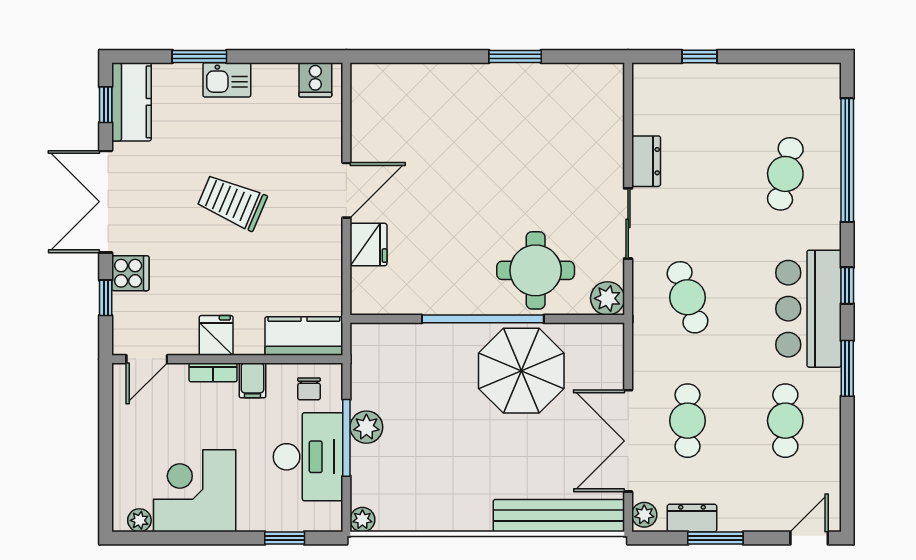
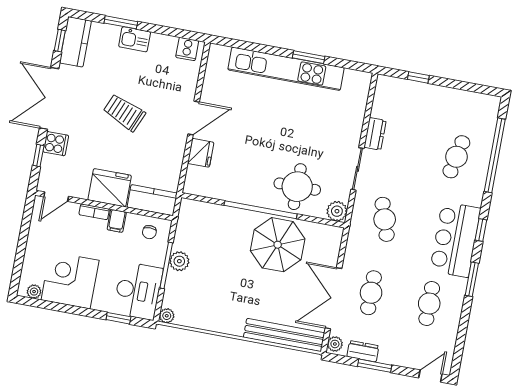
kitchen unit: (482, 82) -> (286, 69), added
fridge: (216, 335) -> (110, 188), width x1.88, depth x1.34
desk: (308, 457) -> (138, 291), moved

